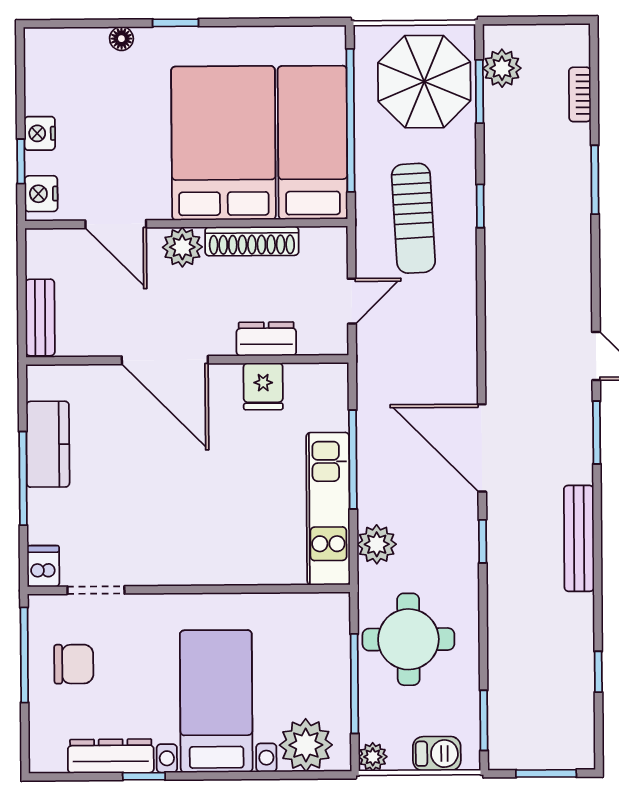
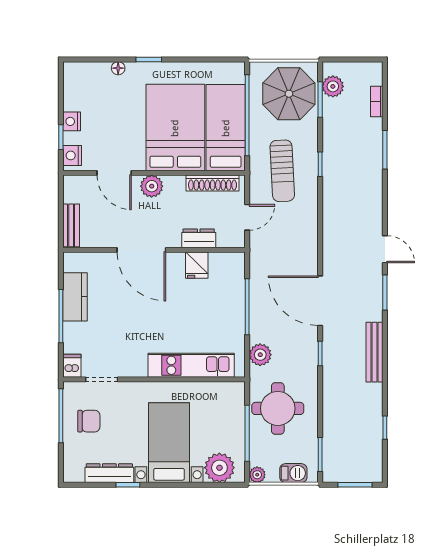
shoe rack: (252, 241) -> (213, 183), moved
kitchen unit: (328, 509) -> (191, 365), moved, turned 90

